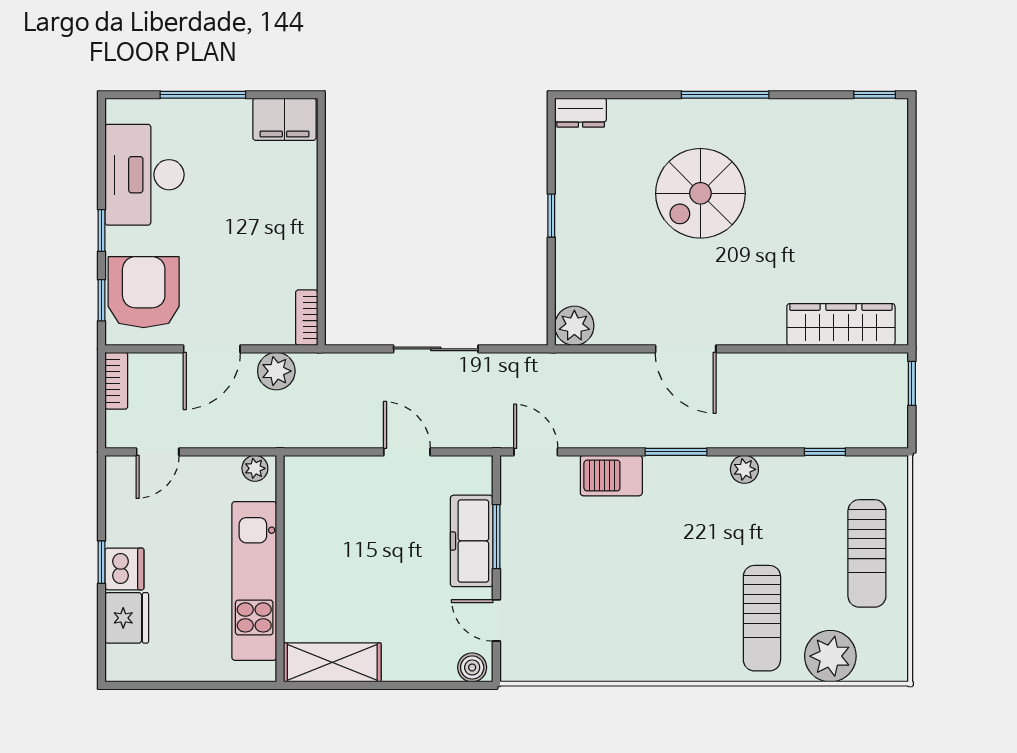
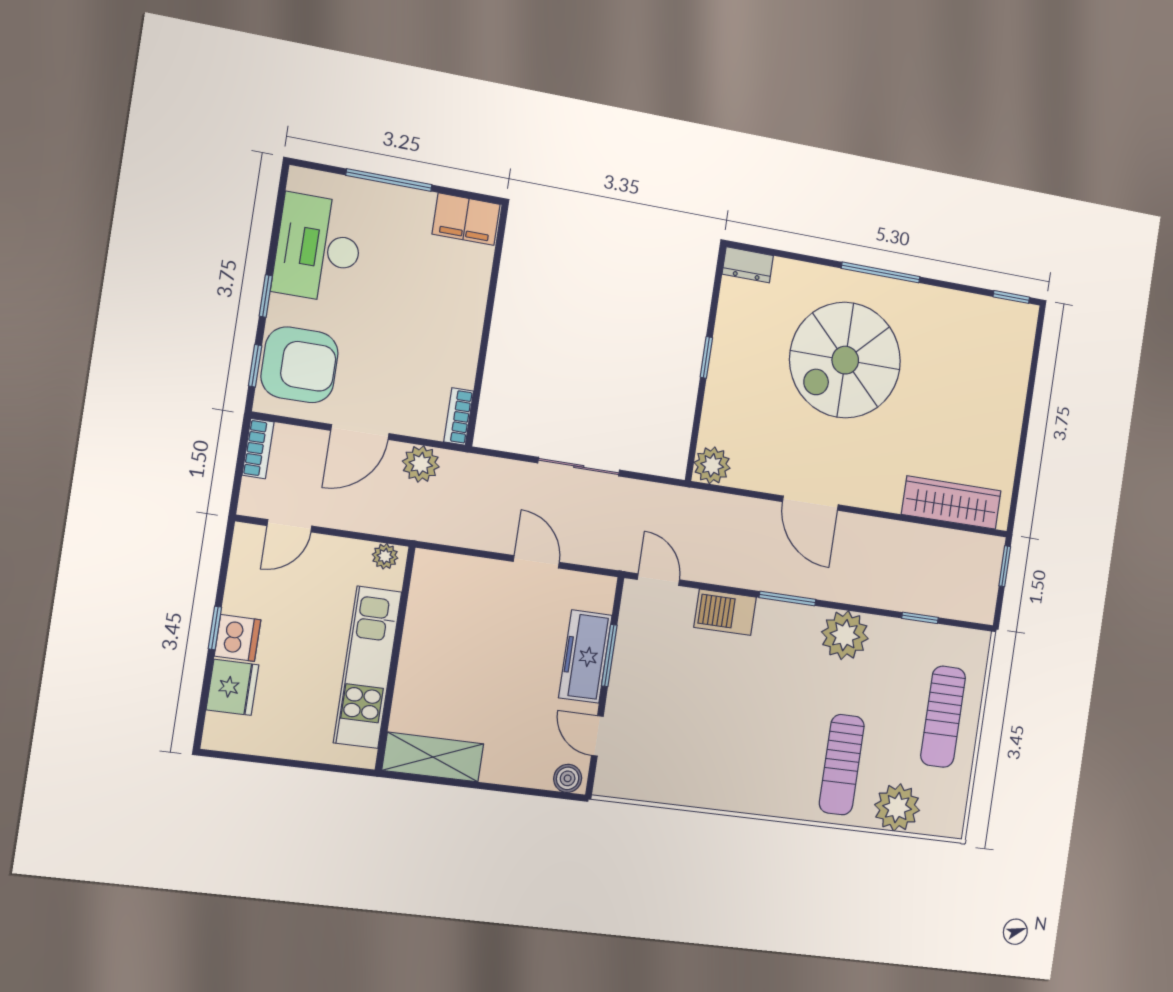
spiral stairs: (700, 193) -> (845, 360), width x1.37, depth x1.37
armchair: (144, 292) -> (300, 365), turned 90
plant: (744, 469) -> (845, 635), width x1.88, depth x1.88

